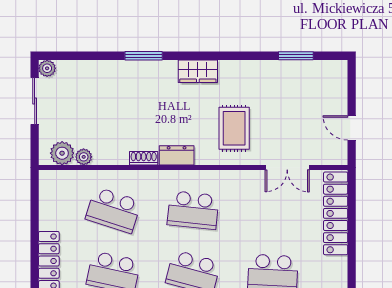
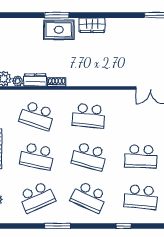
rug: (234, 128) -> (59, 30), moved, turned 90
dresser: (177, 155) -> (35, 80), moved

